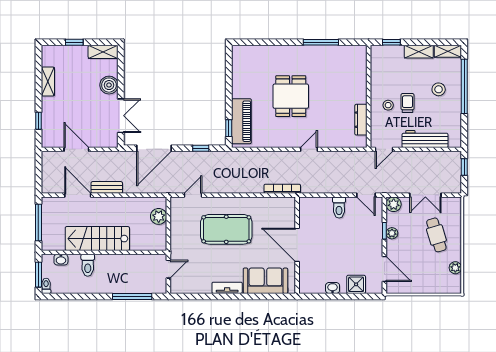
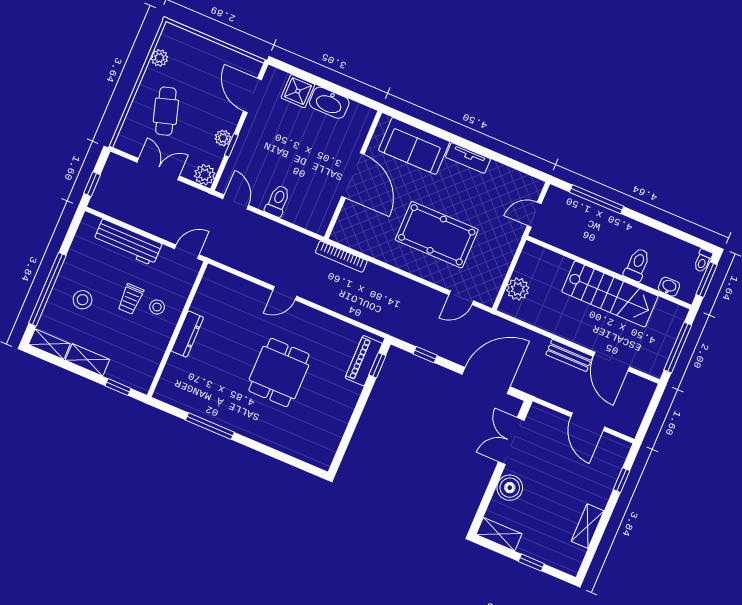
dresser: (361, 120) -> (187, 334), moved
piano: (241, 121) -> (364, 361), width x0.73, depth x0.75
washbasin: (333, 288) -> (329, 103), width x1.91, depth x1.45

